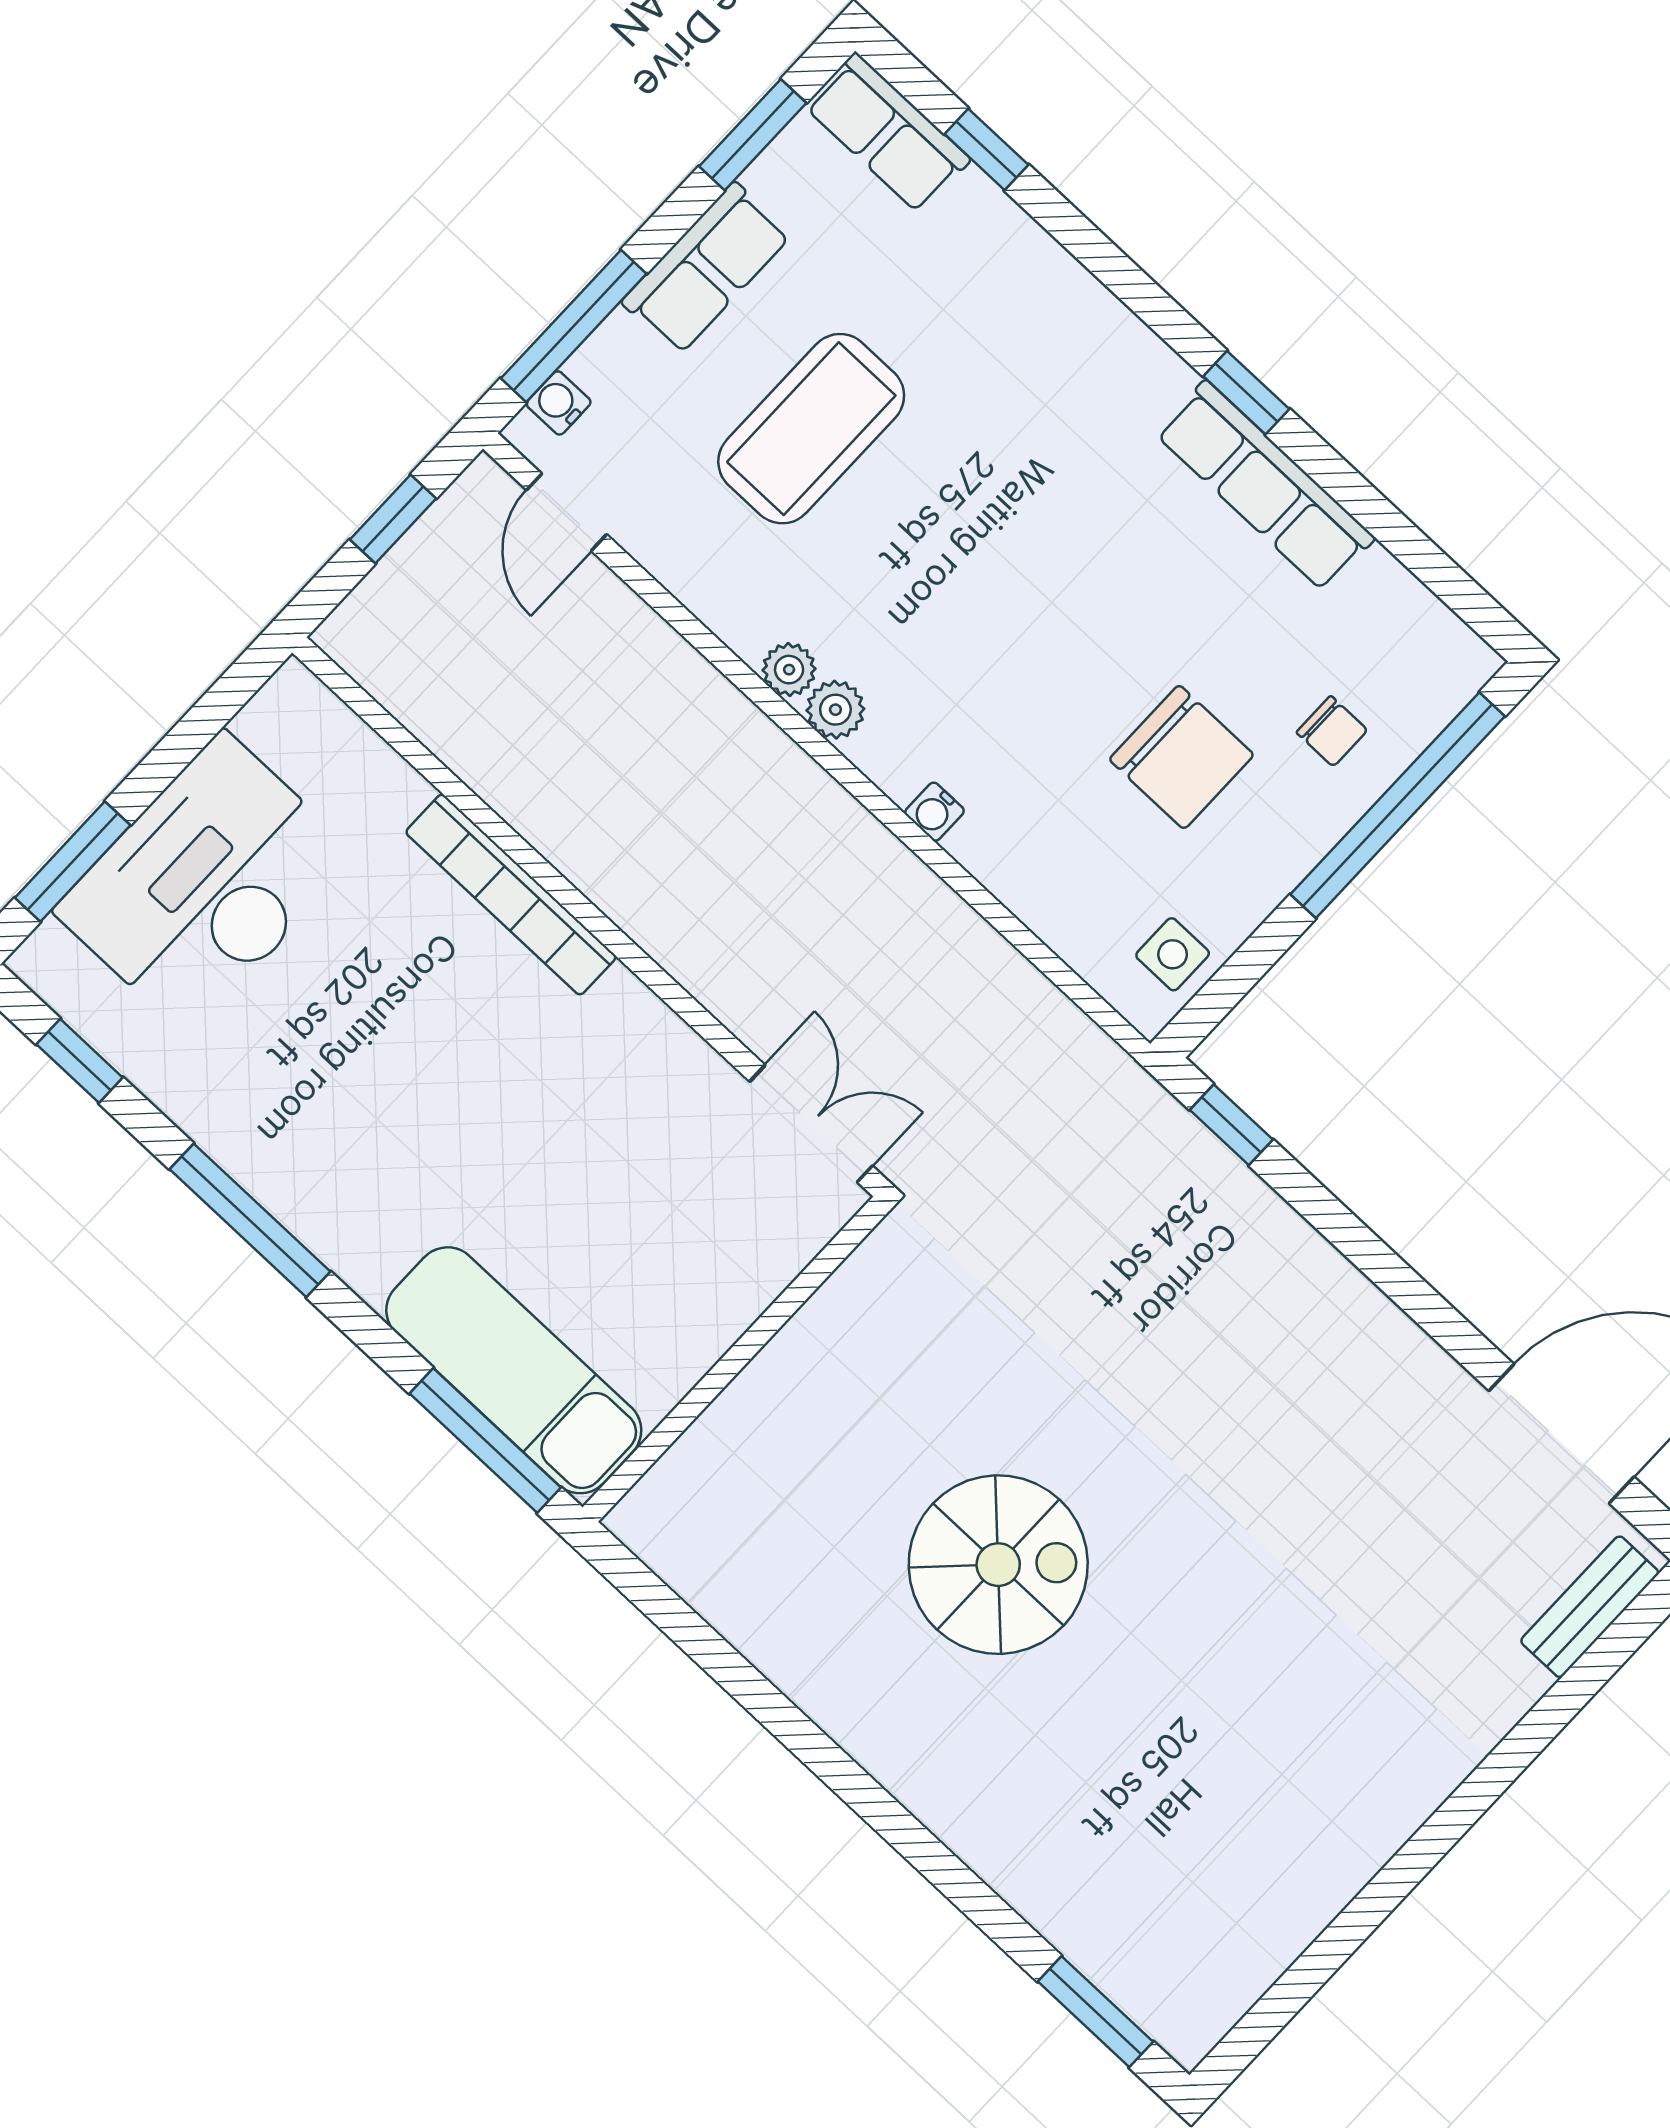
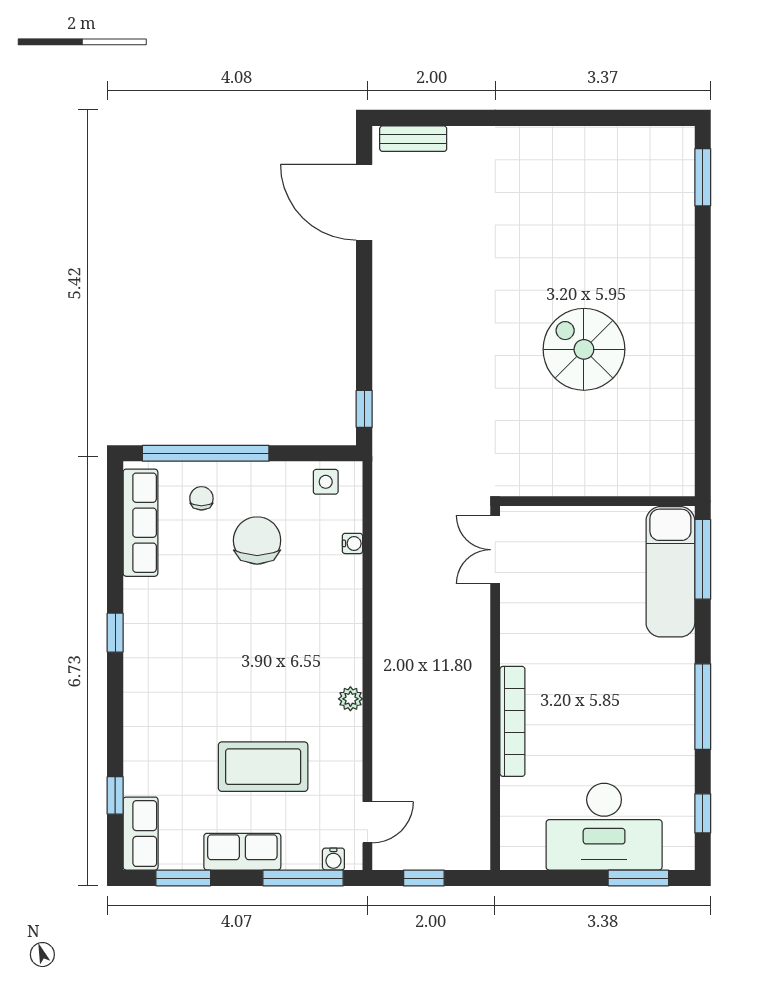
row of seats: (1265, 486) -> (140, 523), moved
plant: (835, 710) -> (349, 671), removed
water cooler: (934, 812) -> (352, 543), moved

